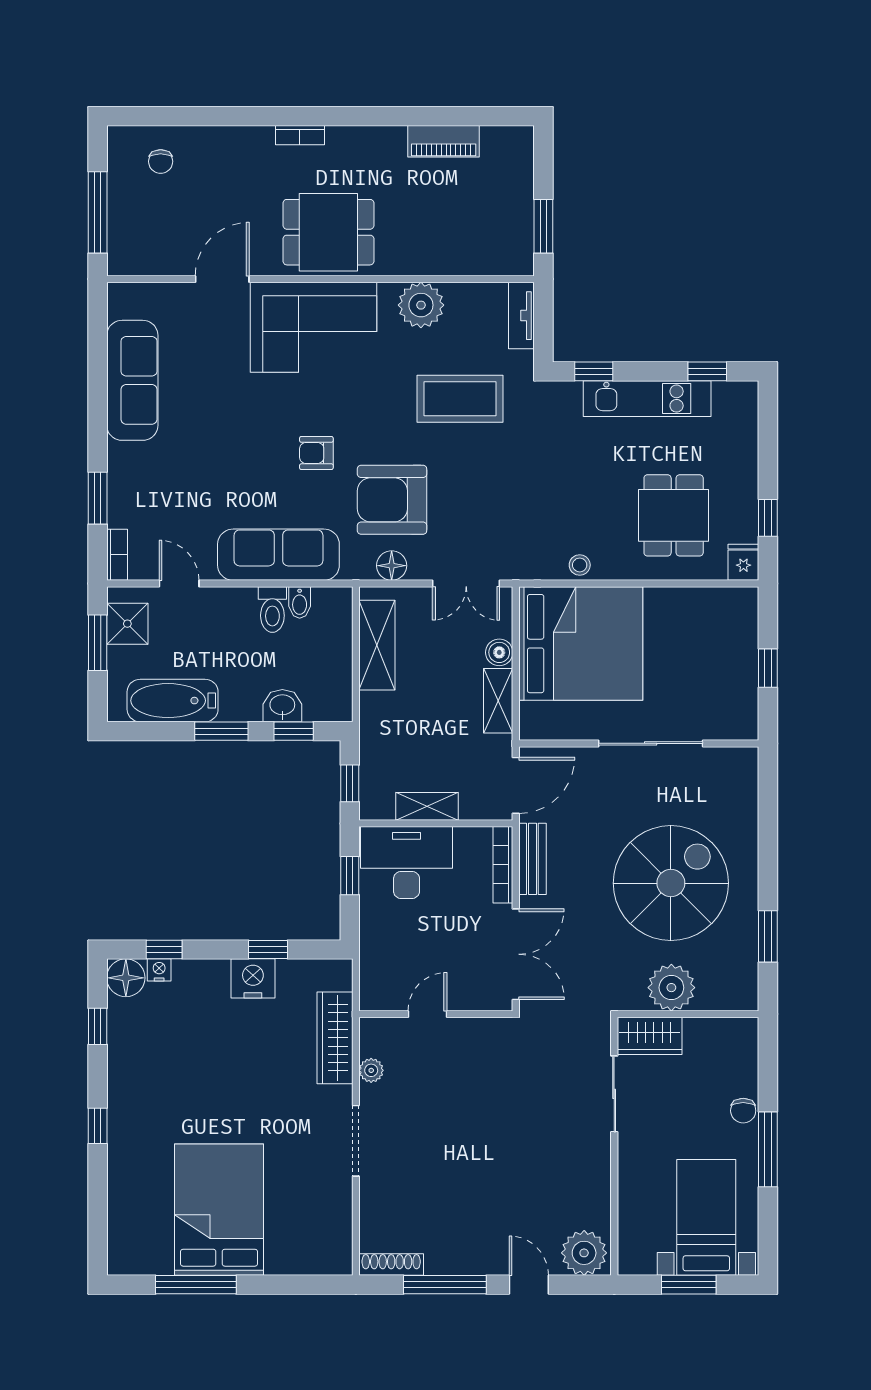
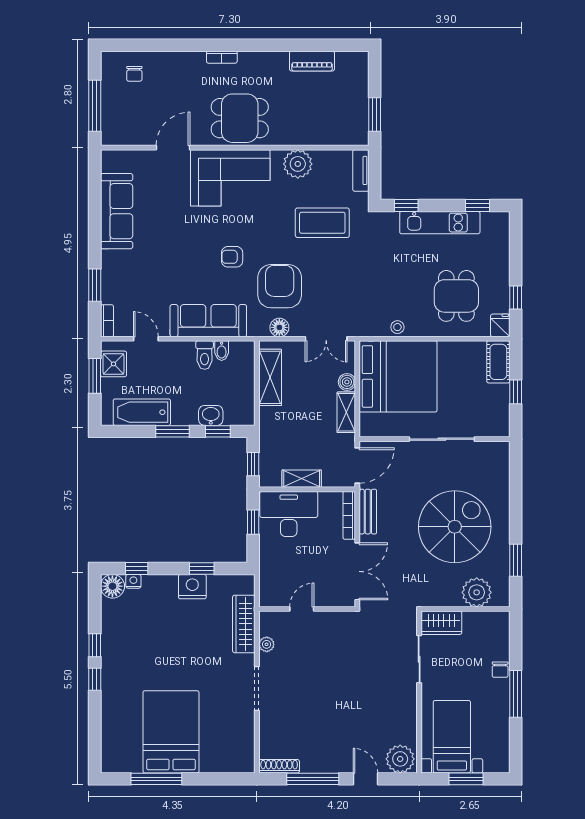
armchair: (392, 500) -> (280, 286), turned 90
cot: (740, 620) -> (498, 362), added
plant: (671, 988) -> (477, 592), moved
window: (98, 1026) -> (95, 645), moved
bed with nightstands: (706, 1217) -> (452, 737), moved

